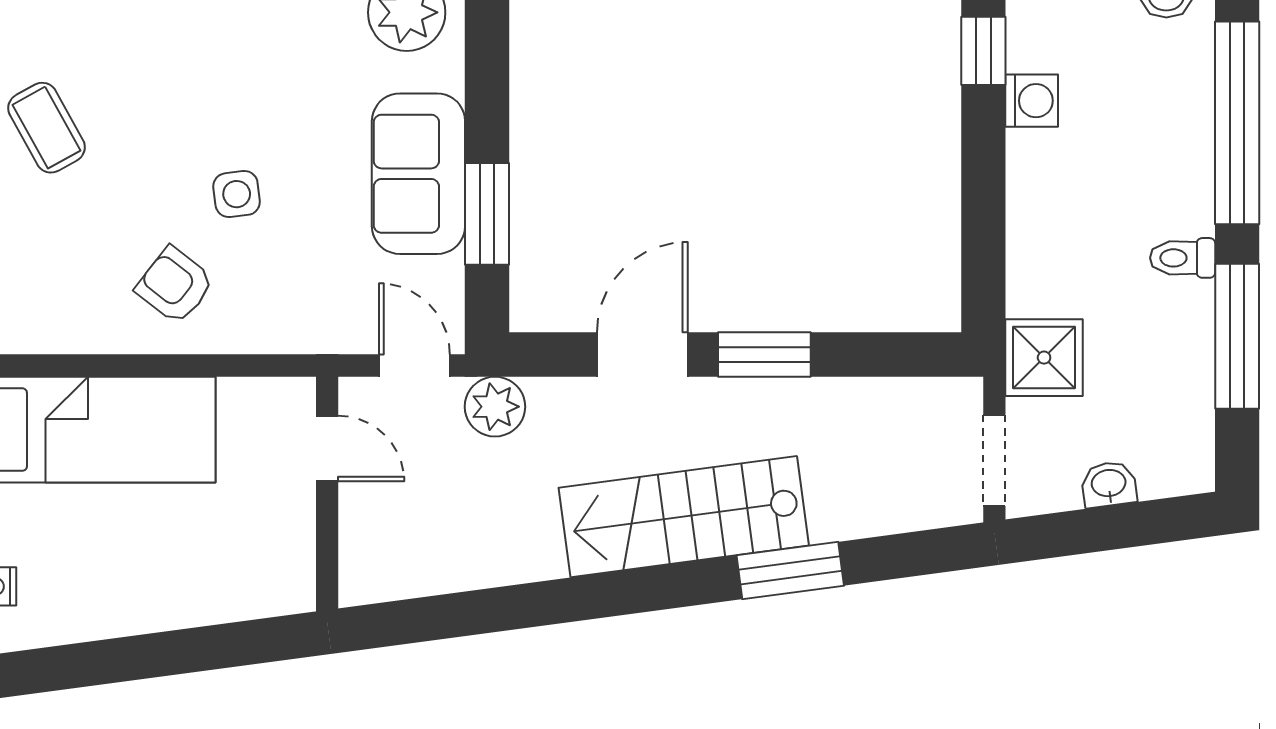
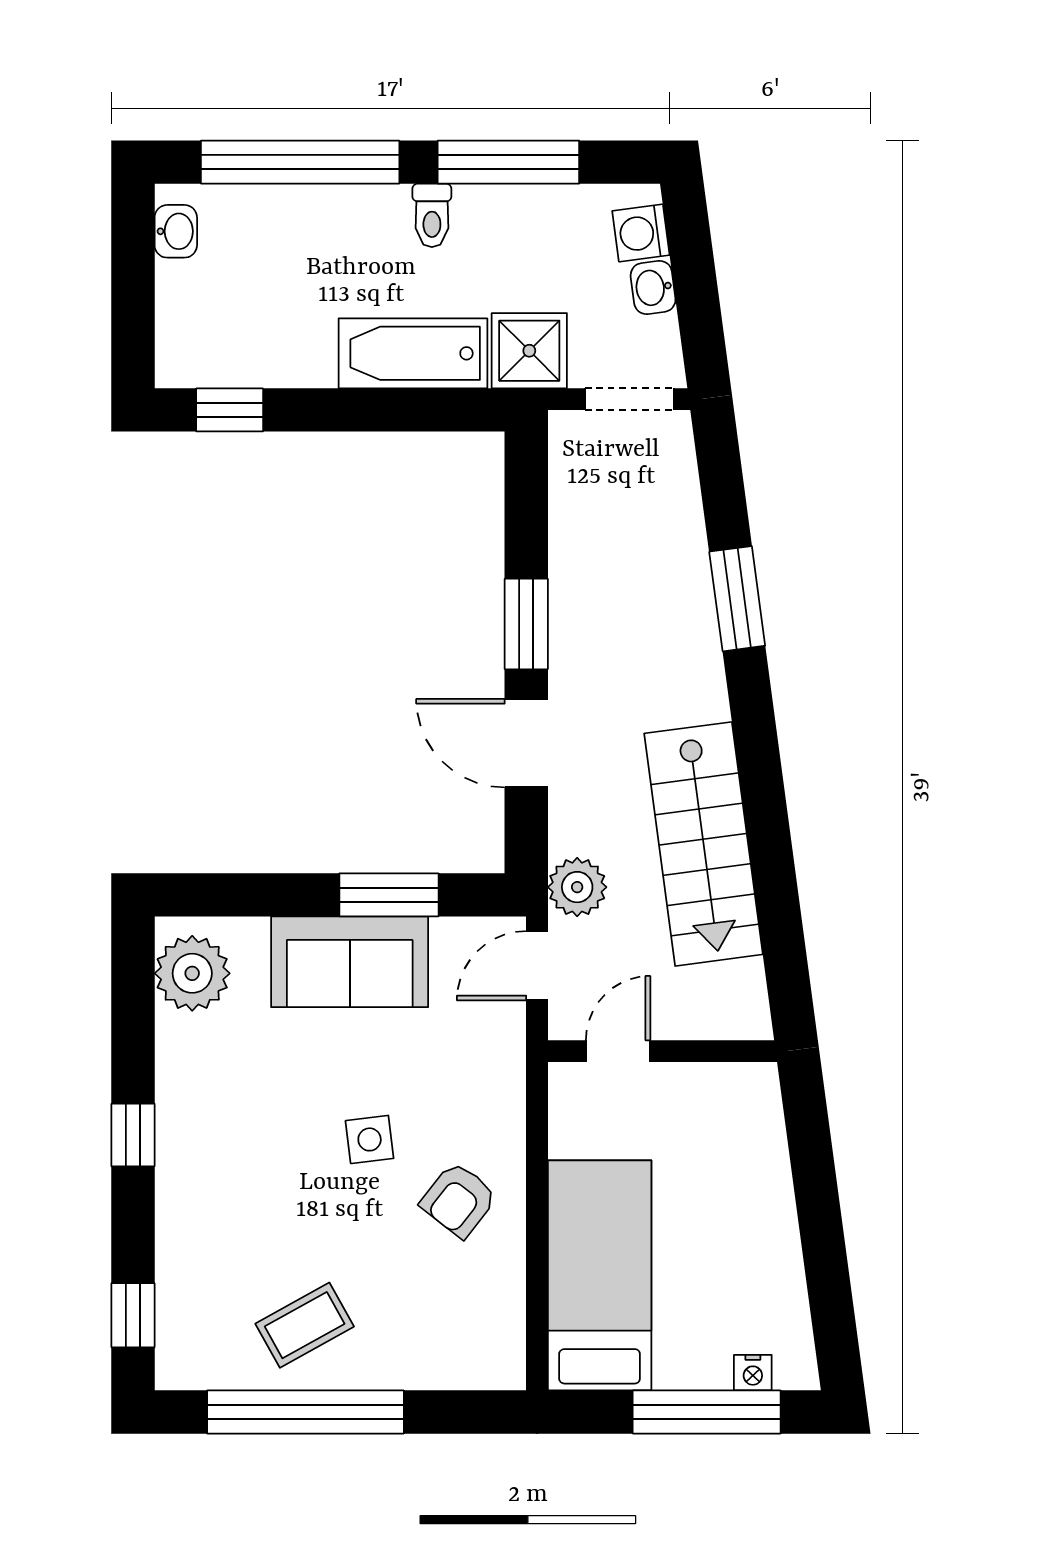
washing machine: (1032, 101) -> (641, 233), moved, turned -98
bathtub: (1041, 238) -> (413, 353), added
stairs: (684, 517) -> (704, 844), moved

